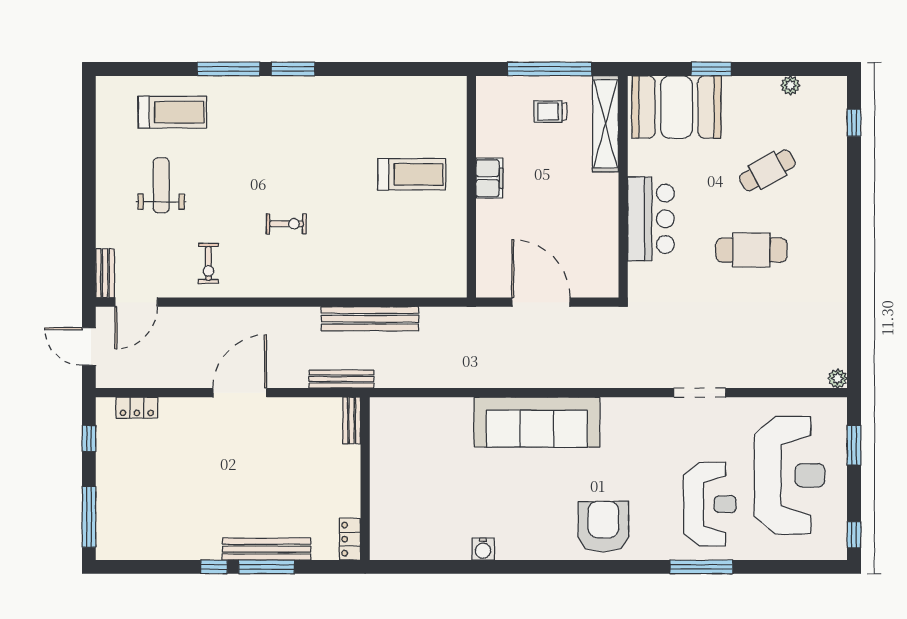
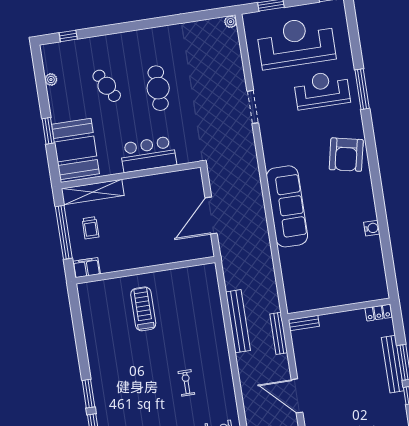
filing cabinet: (489, 178) -> (86, 268), moved
armchair: (603, 527) -> (346, 155), turned -78

